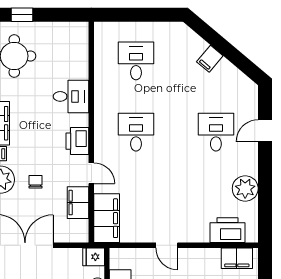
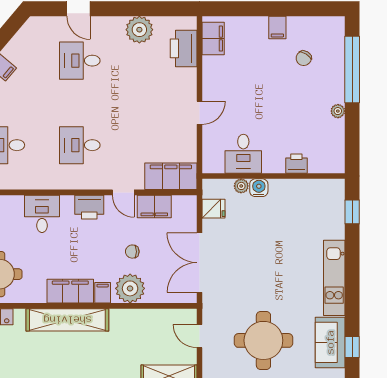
door: (91, 173) -> (123, 192), swing flipped
fridge: (94, 257) -> (214, 209), moved, turned -90

